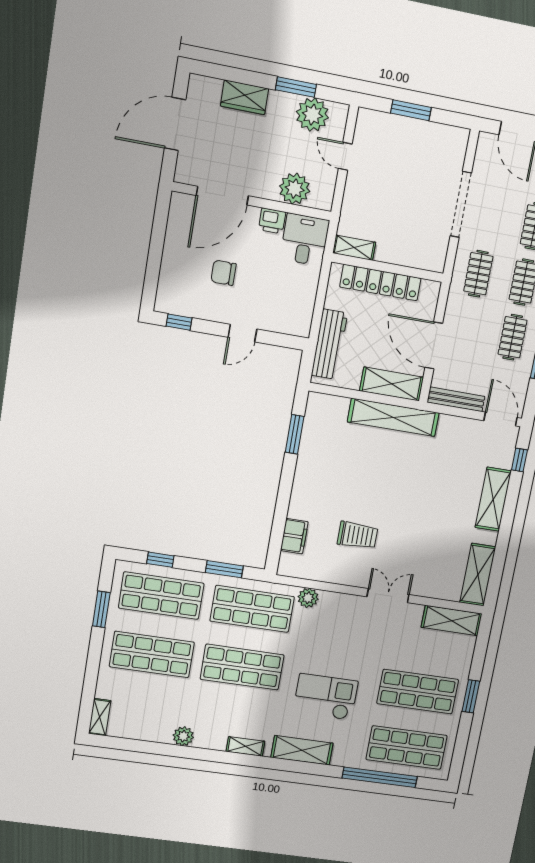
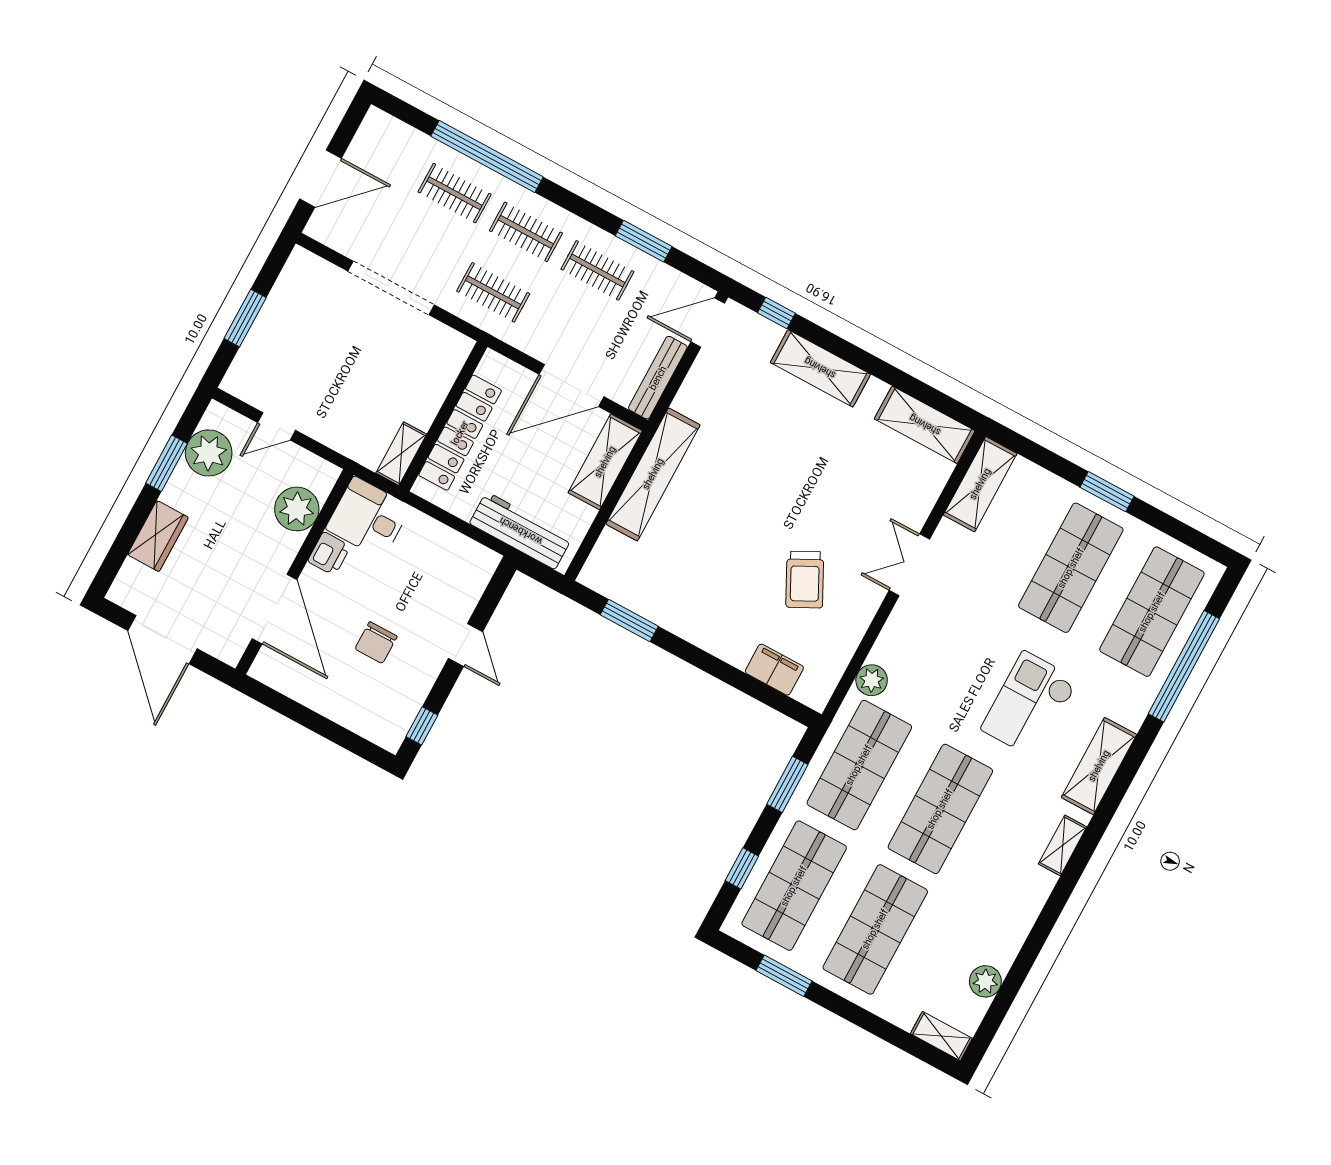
trolley: (358, 535) -> (805, 580), turned 153
plant: (183, 736) -> (985, 981), moved

